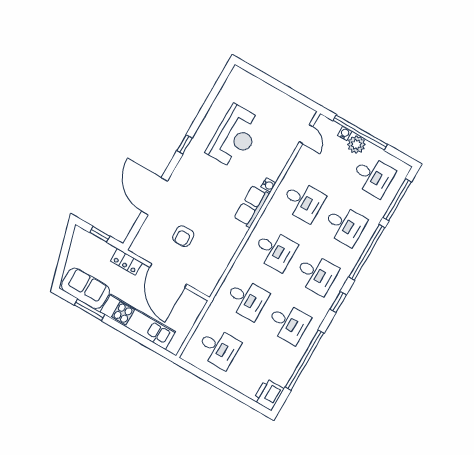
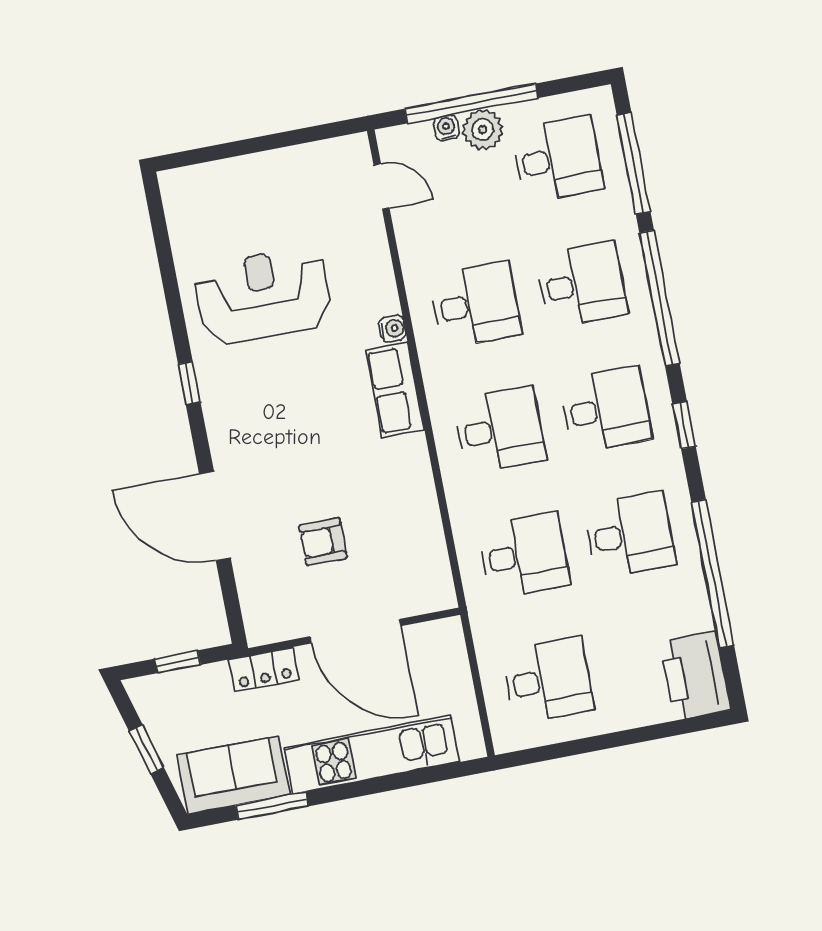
reception desk: (235, 137) -> (263, 296), turned -90
armchair: (183, 236) -> (323, 542), turned 90
window: (64, 255) -> (146, 749), added
printer: (269, 394) -> (695, 676), width x1.37, depth x1.19

